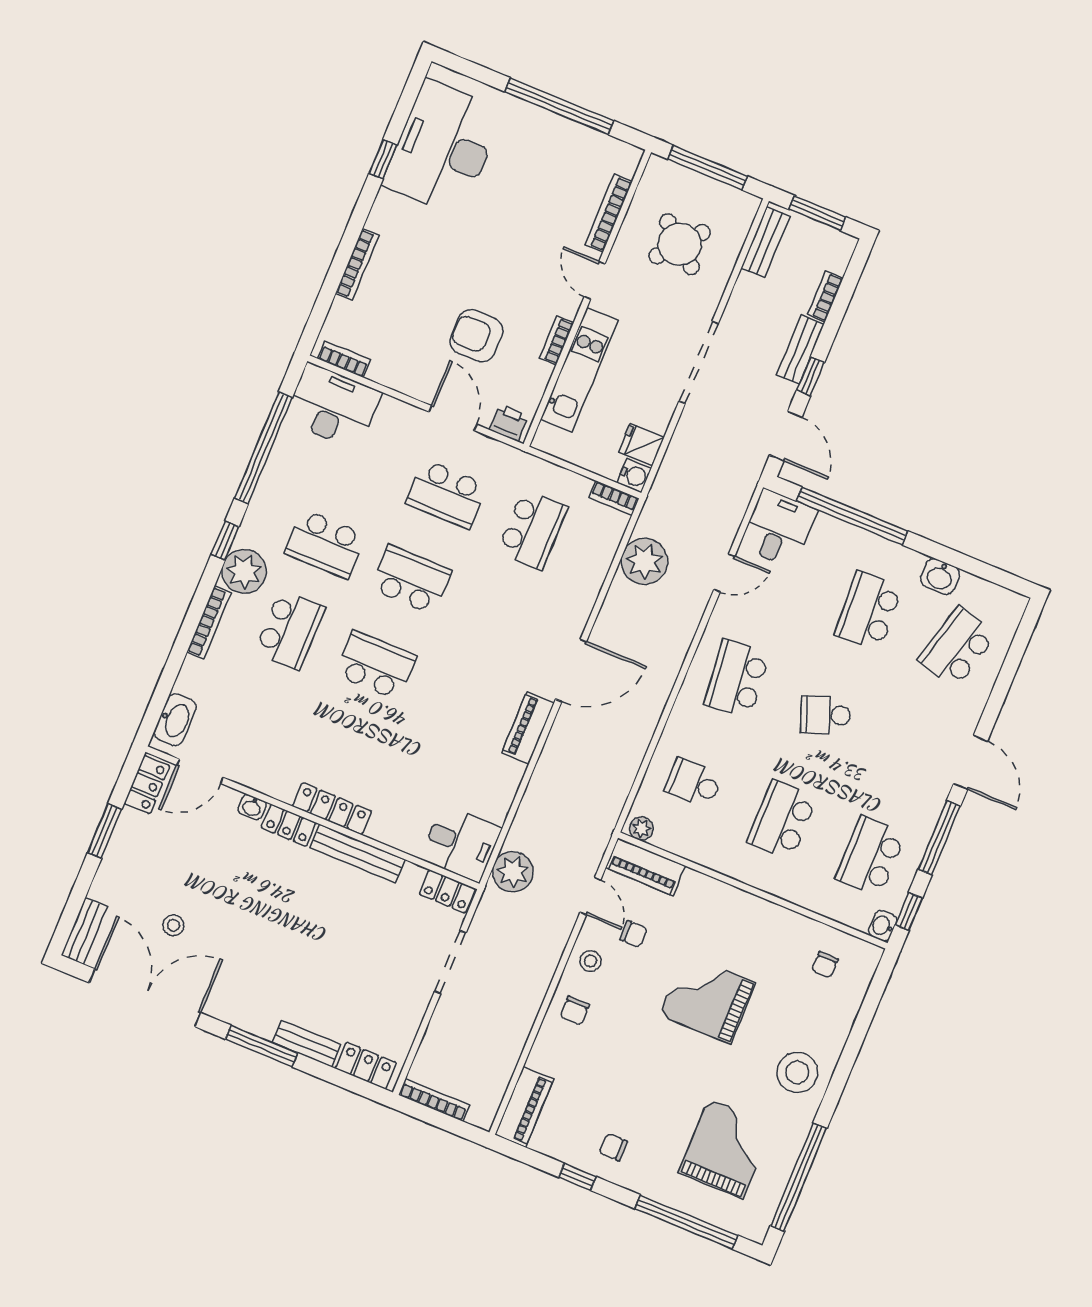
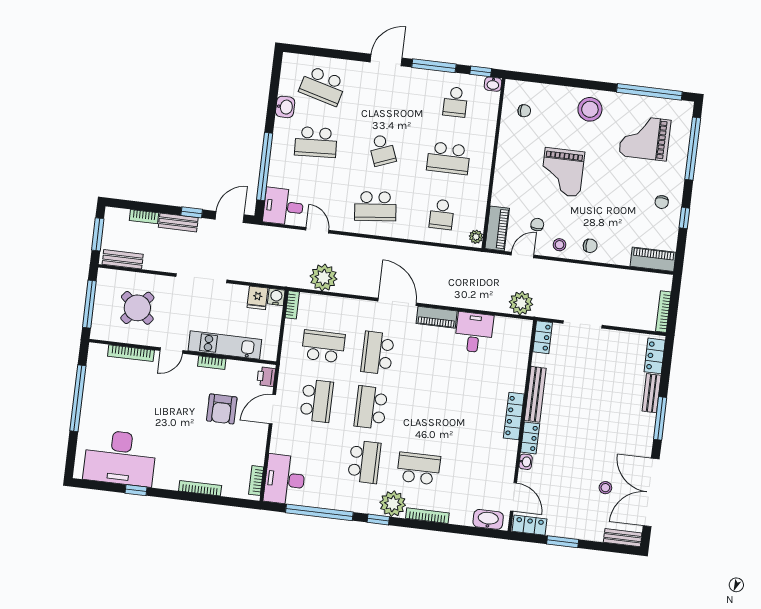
school desk: (376, 665) -> (377, 353), moved
desk: (461, 843) -> (474, 332), moved
school desk: (871, 856) -> (455, 102), width x0.54

